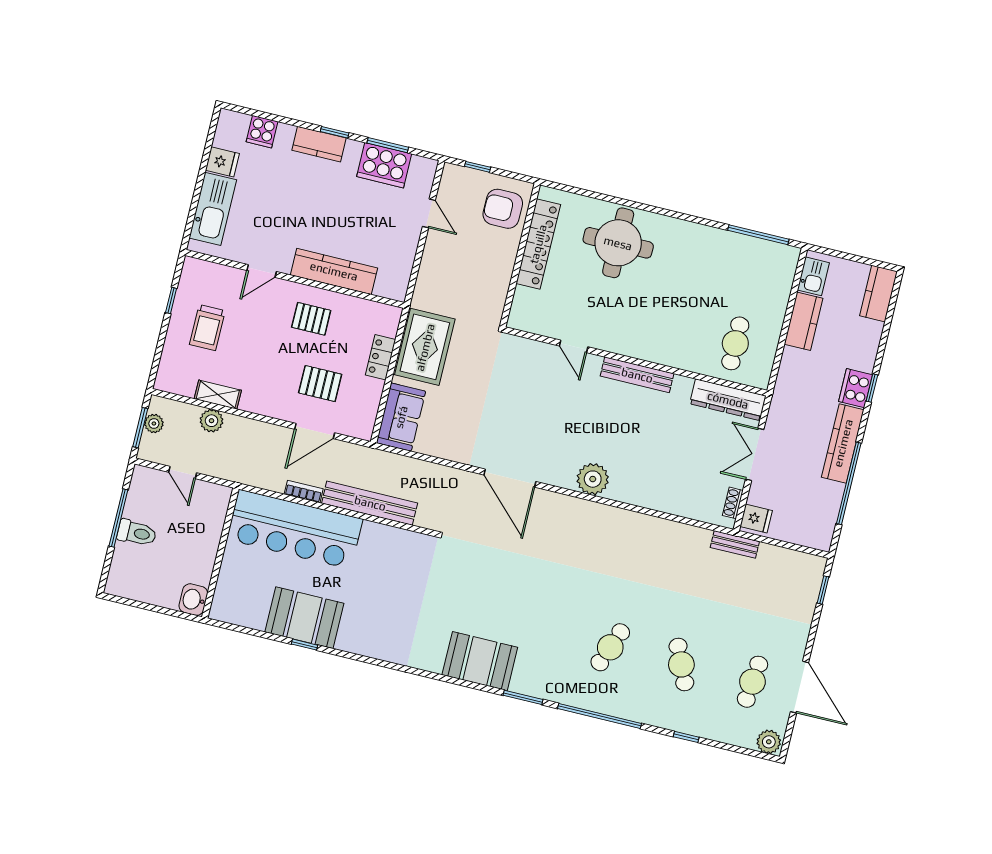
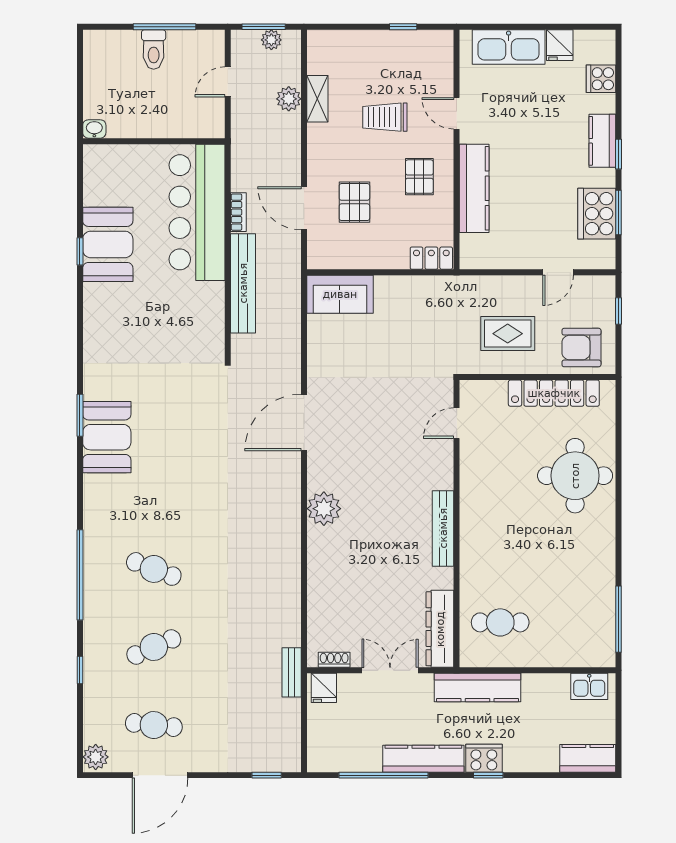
armchair: (503, 209) -> (581, 348), turned -90
kitchen counter: (804, 321) -> (477, 688), moved, width x1.50
trolley: (207, 328) -> (385, 117), moved
door: (574, 346) -> (457, 423), moved
rug: (425, 347) -> (508, 334), moved, width x0.73, depth x0.70
locker: (381, 357) -> (431, 258), moved
washbasin: (193, 600) -> (94, 129), width x0.72, depth x0.69
window: (523, 697) -> (80, 415), moved

